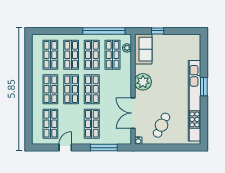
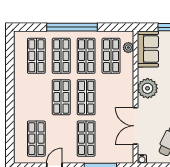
window: (104, 31) -> (72, 27), moved
shop shelf: (50, 89) -> (36, 97), removed

